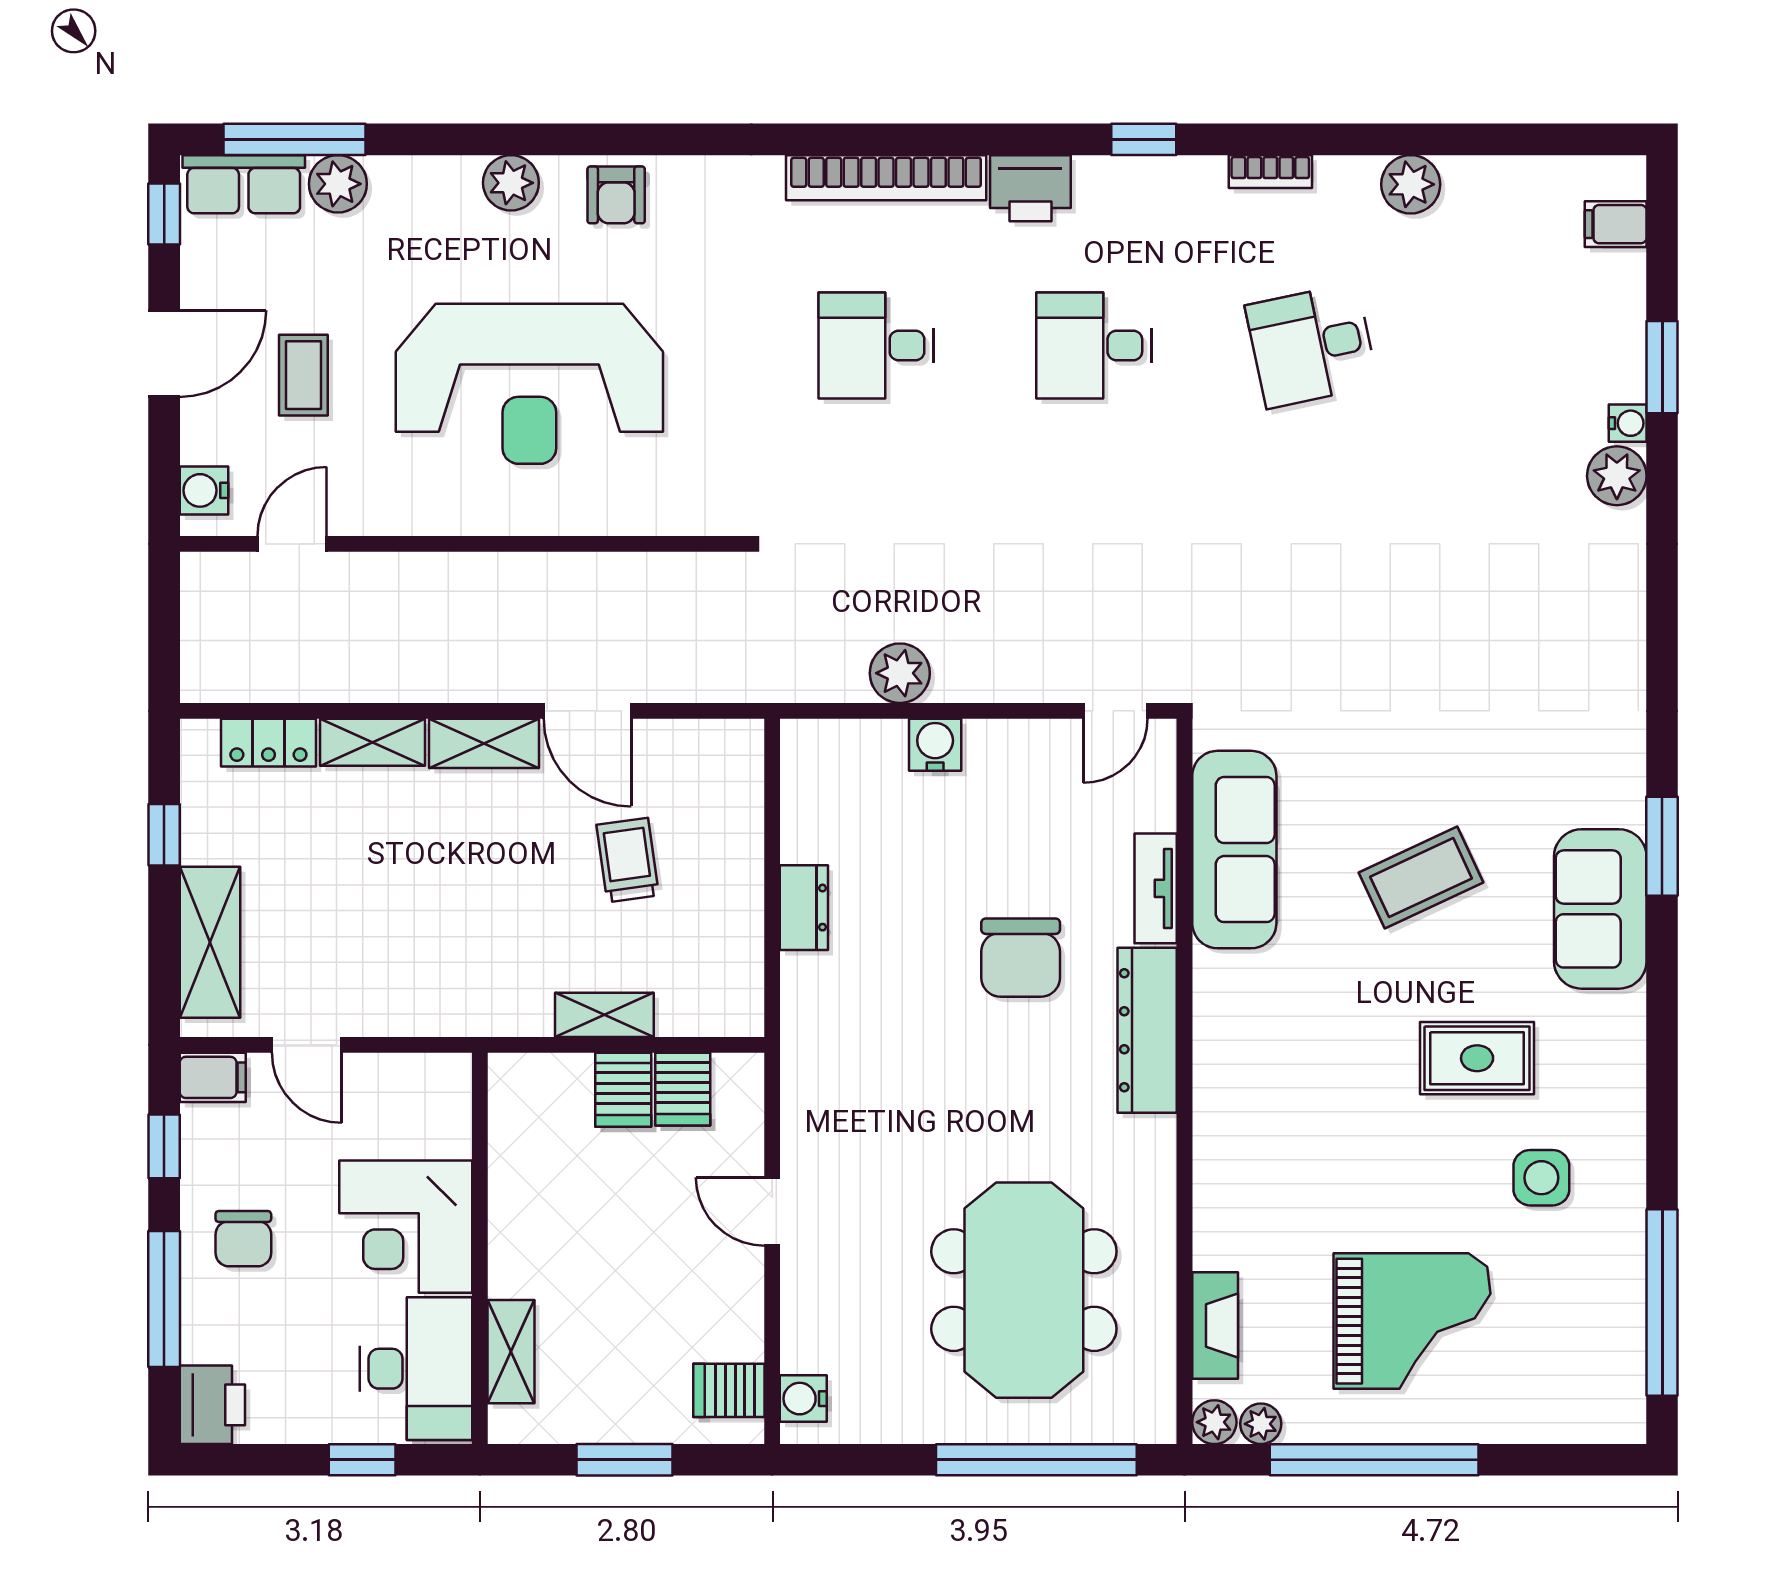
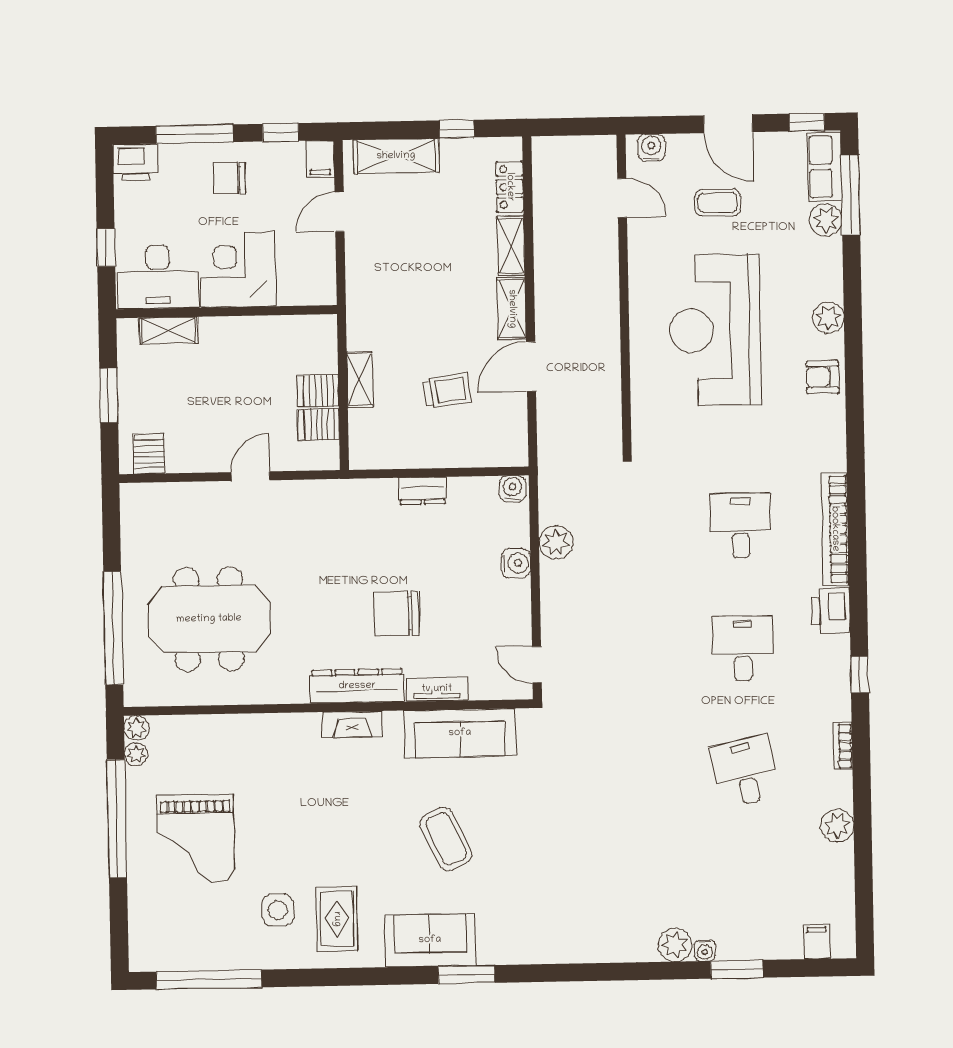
rug: (1477, 1058) -> (337, 919), moved
fireplace: (1215, 1325) -> (352, 724), moved
water cooler: (803, 1399) -> (513, 489), moved

